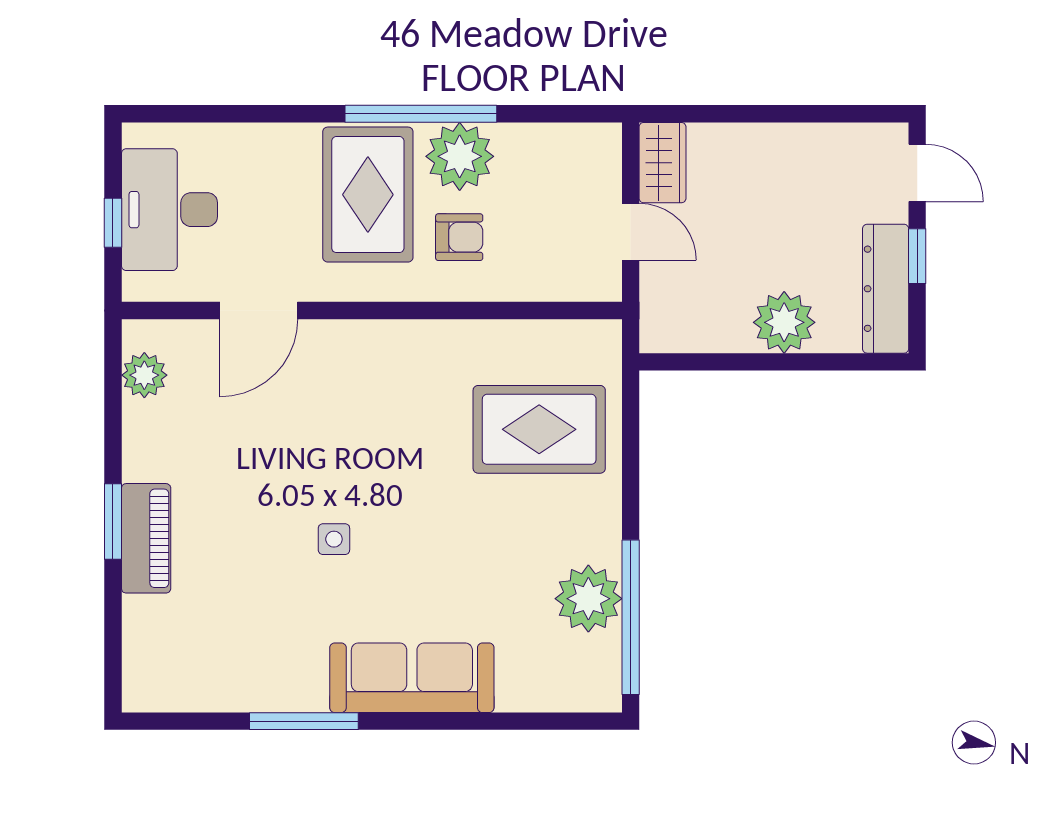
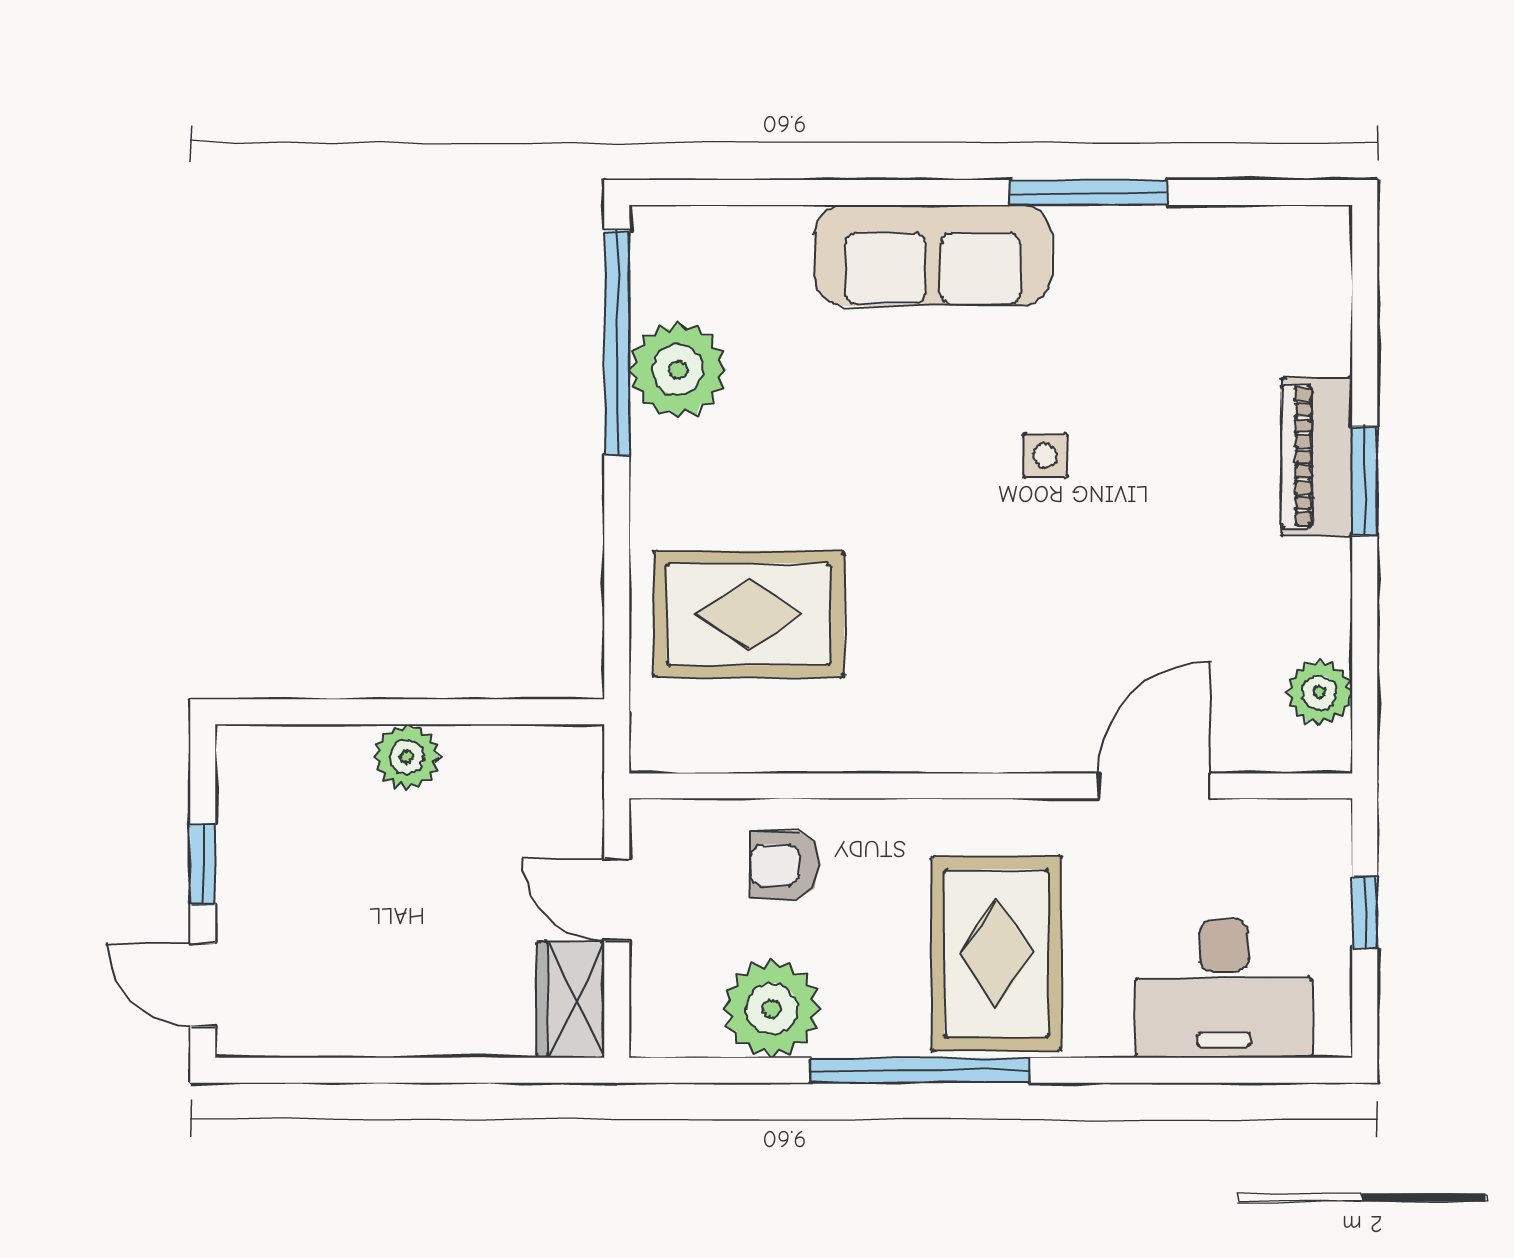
plant: (460, 156) -> (772, 1009), moved
desk: (169, 210) -> (1224, 989), moved, turned 90
armchair: (459, 237) -> (784, 865), moved
dresser: (886, 289) -> (248, 817), removed
plant: (784, 322) -> (407, 757), width x0.73, depth x0.73

